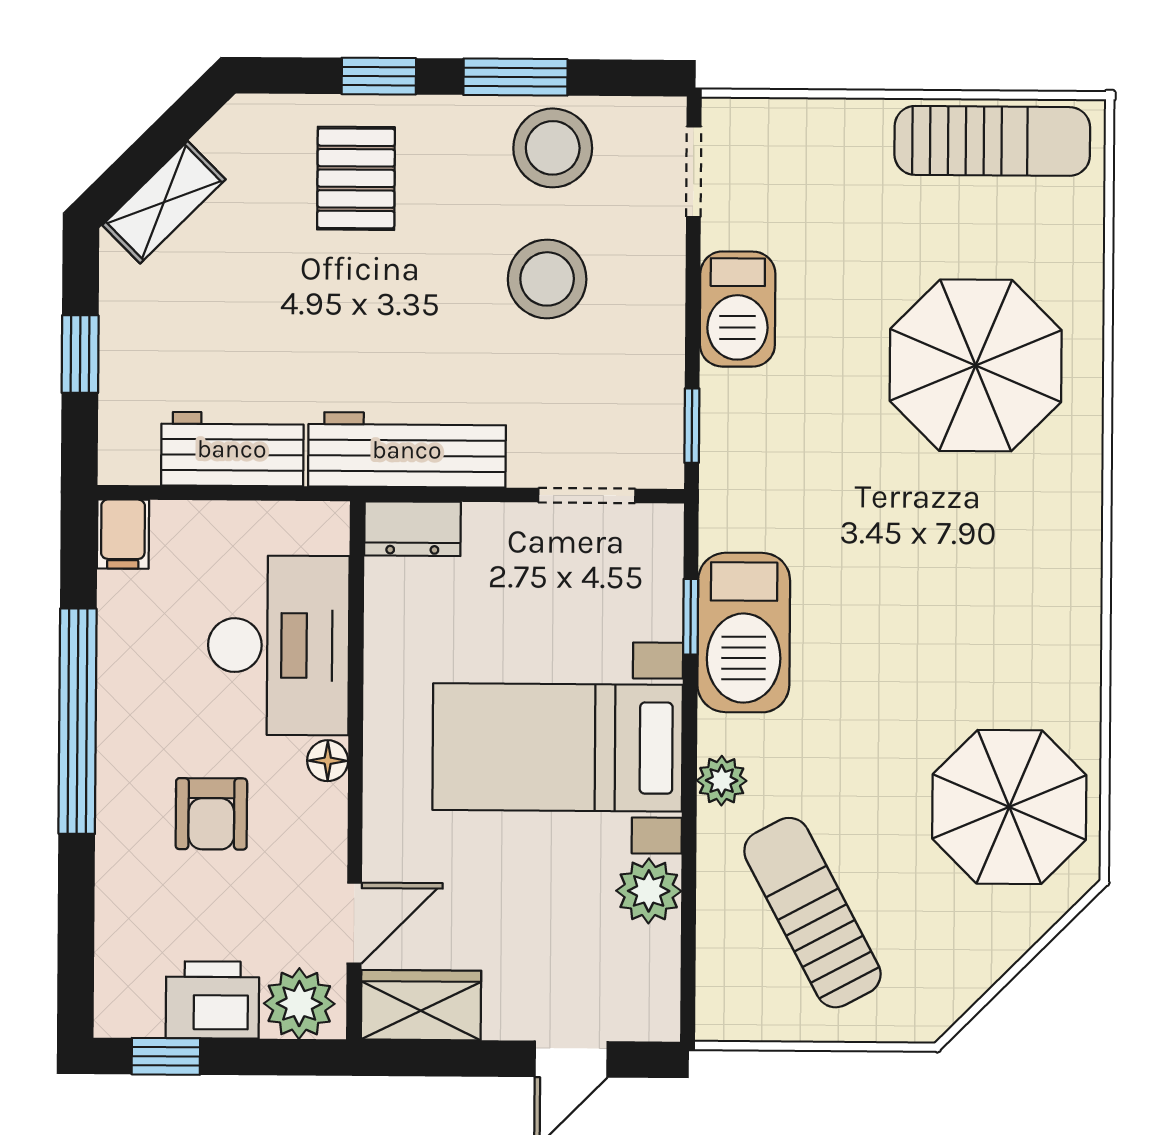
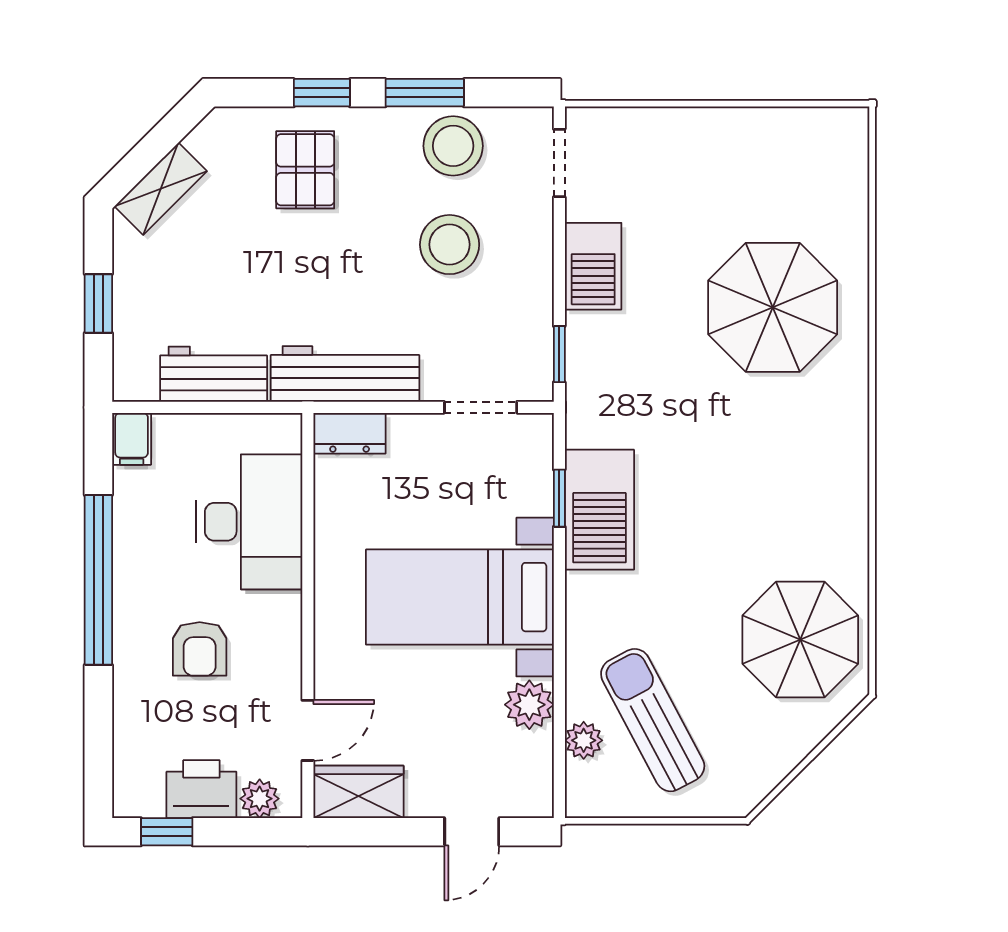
sun lounger: (992, 141) -> (784, 138), removed
floor lamp: (328, 761) -> (287, 608), removed
plant: (722, 781) -> (584, 740), moved
plant: (299, 1004) -> (260, 799), width x0.73, depth x0.73

